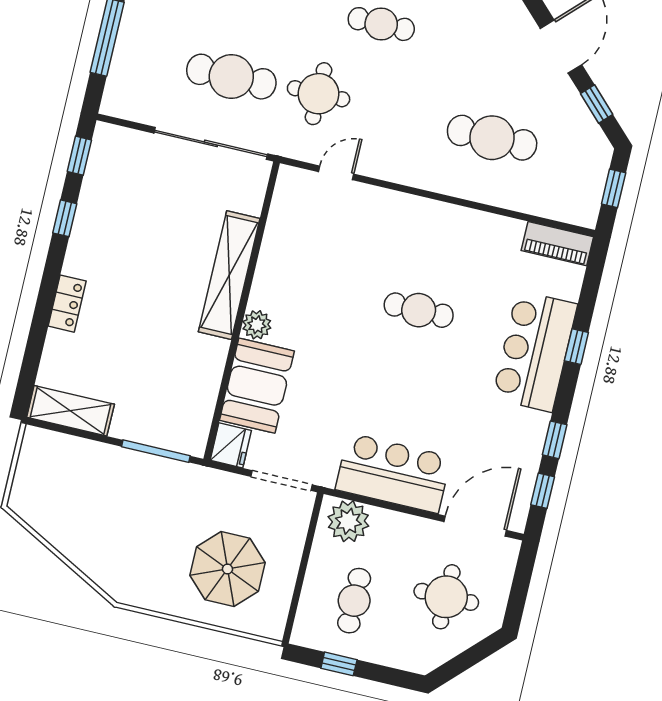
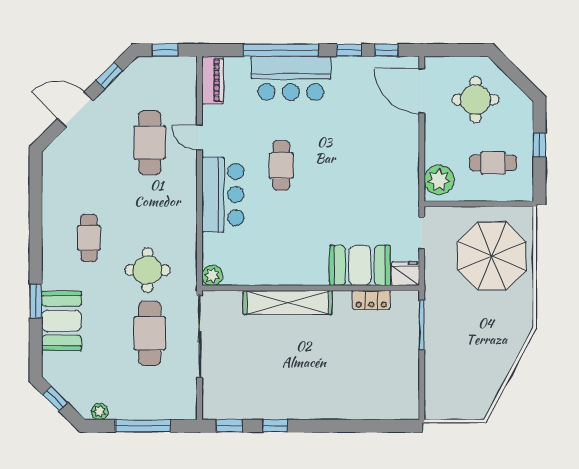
door: (336, 173) -> (199, 137), moved
locker: (67, 304) -> (371, 300), moved, turned 180
plant: (257, 325) -> (212, 275), moved
window: (576, 347) -> (281, 50), width x3.17
shelving: (70, 411) -> (408, 390), removed
bar counter: (393, 473) -> (223, 195), moved, turned 180
doorway: (281, 481) -> (422, 233), width x0.73
parasol: (227, 569) -> (492, 256), width x1.36, depth x1.36
window: (339, 664) -> (539, 145), moved

